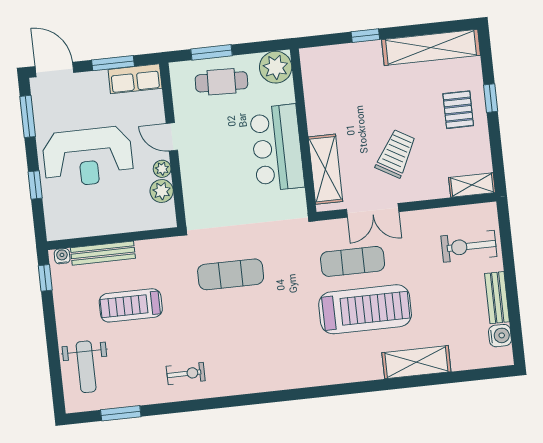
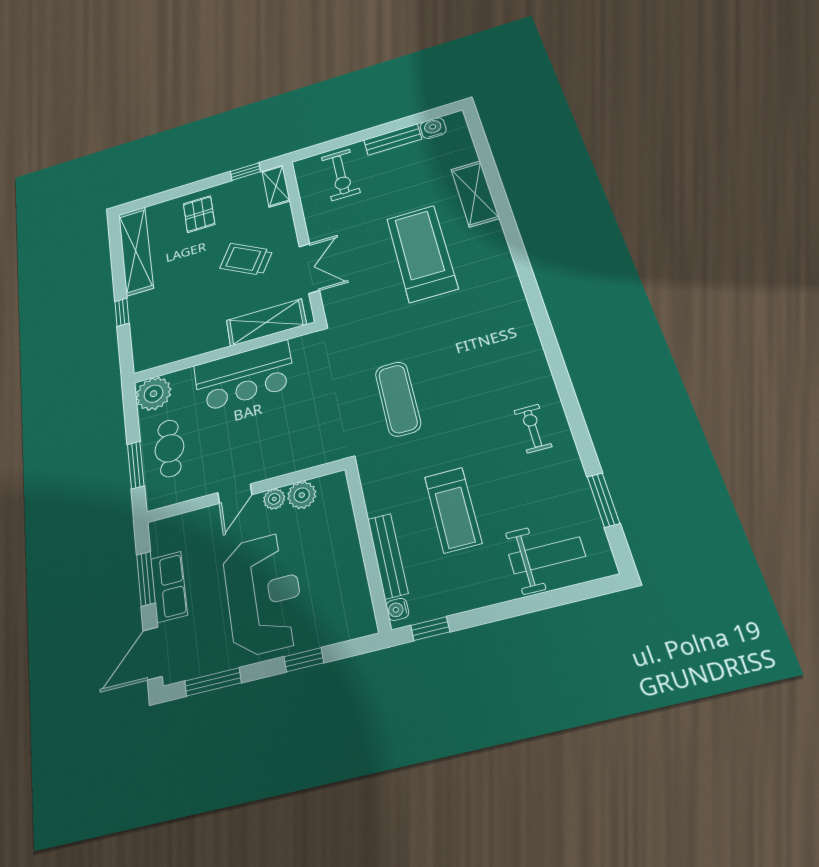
row of seats: (135, 79) -> (169, 587), moved
window: (491, 98) -> (245, 172), moved
pallet: (458, 110) -> (199, 214), turned 90
exercise mat: (353, 261) -> (368, 276), removed

